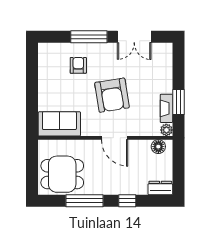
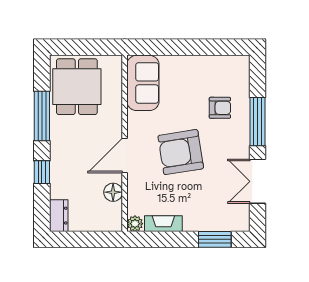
window: (178, 102) -> (215, 239), moved
floor lamp: (158, 147) -> (113, 192), moved

